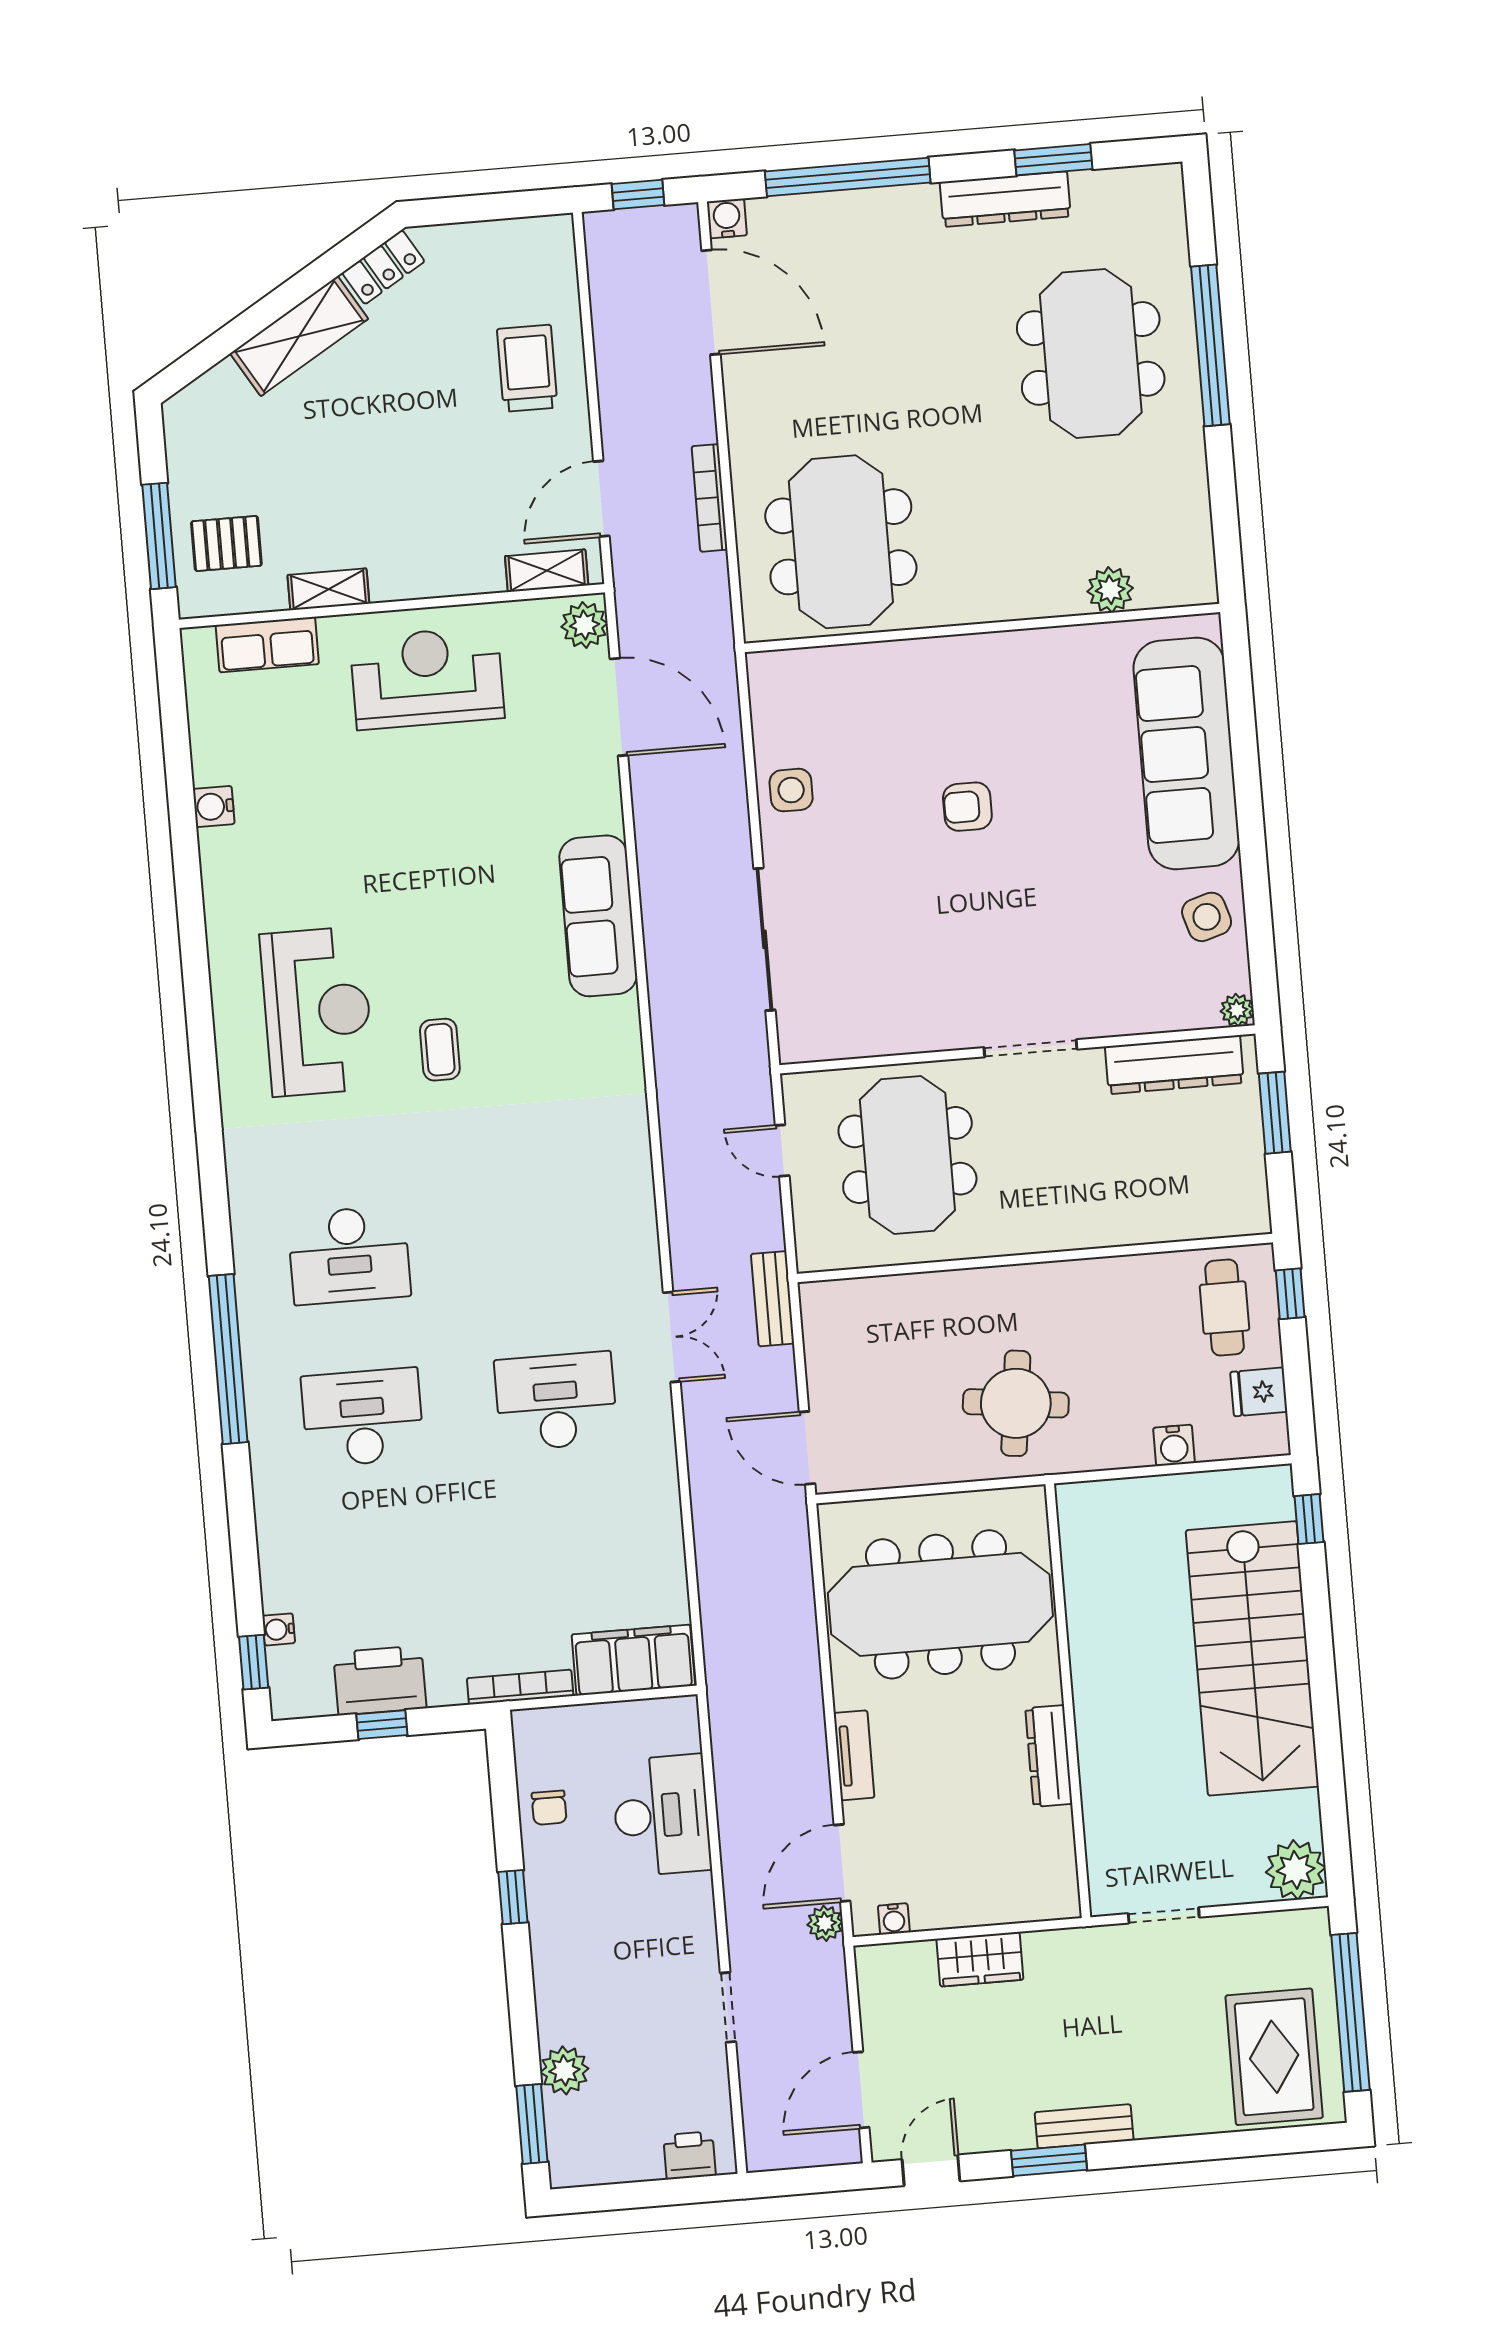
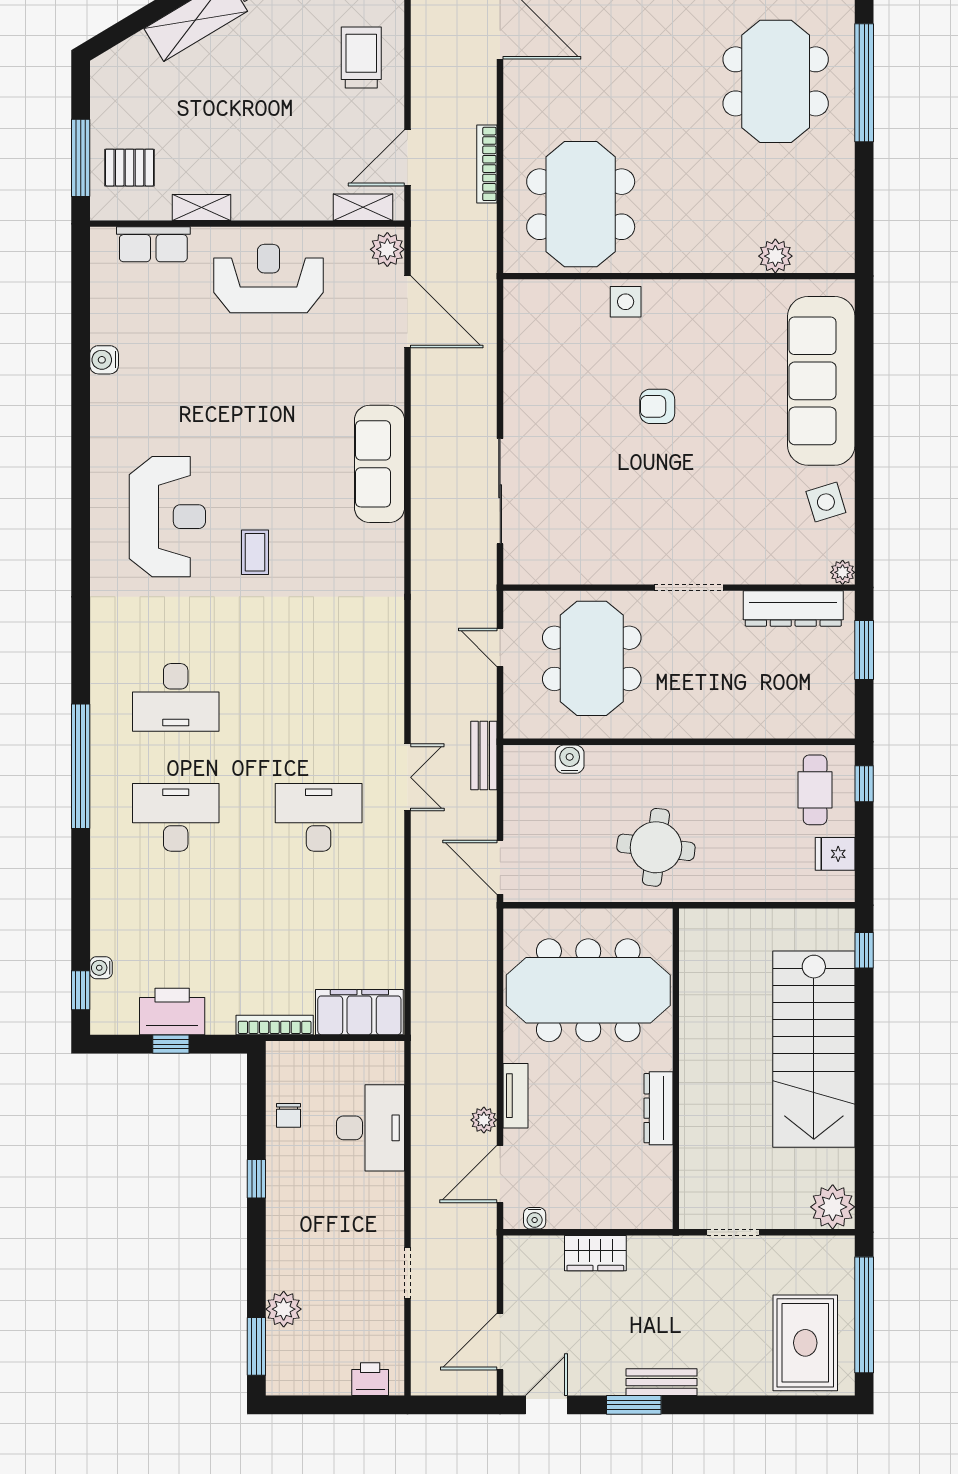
side table: (791, 790) -> (626, 302), moved
water cooler: (1174, 1445) -> (570, 759), moved, turned 180
plant: (825, 1923) -> (484, 1120), moved

